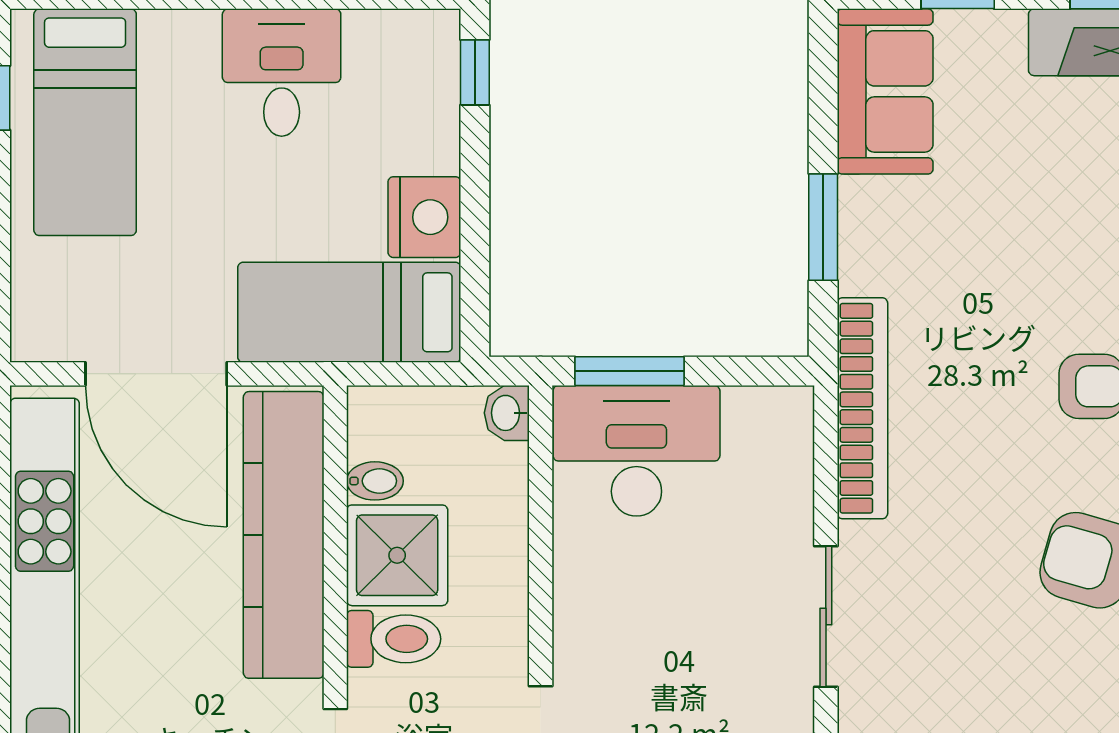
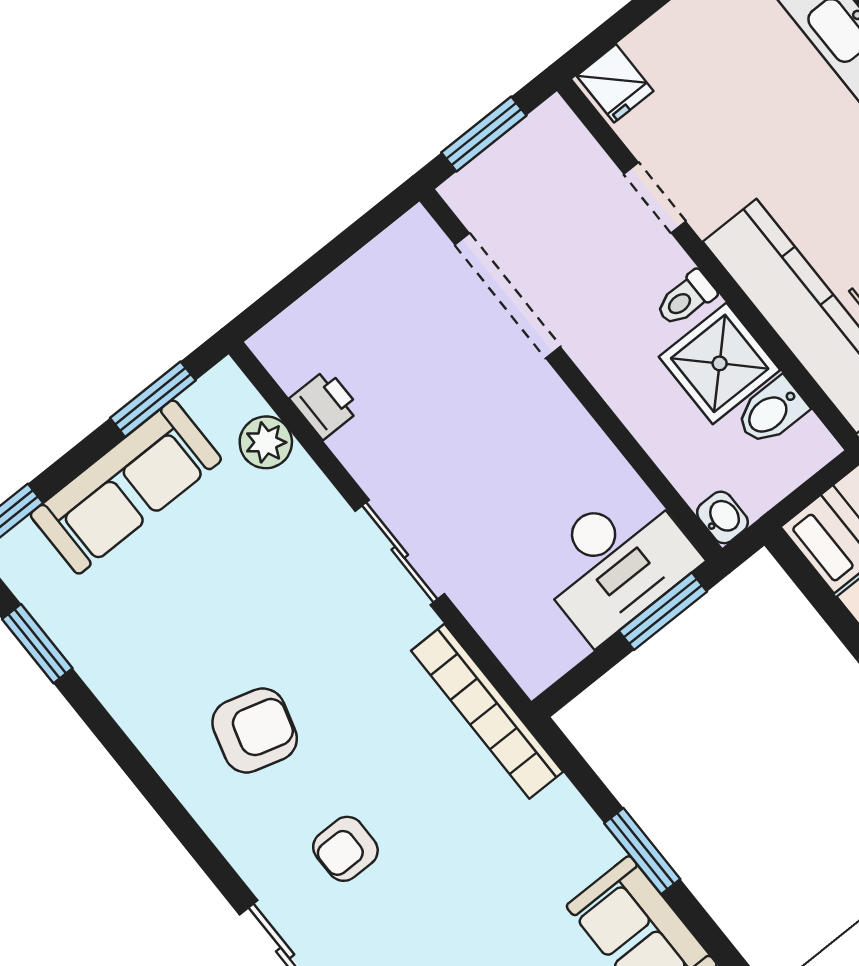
window: (823, 227) -> (642, 851), moved
bidet: (375, 481) -> (771, 412), width x1.38, depth x1.36
toilet: (394, 639) -> (686, 299), width x0.73, depth x0.72

